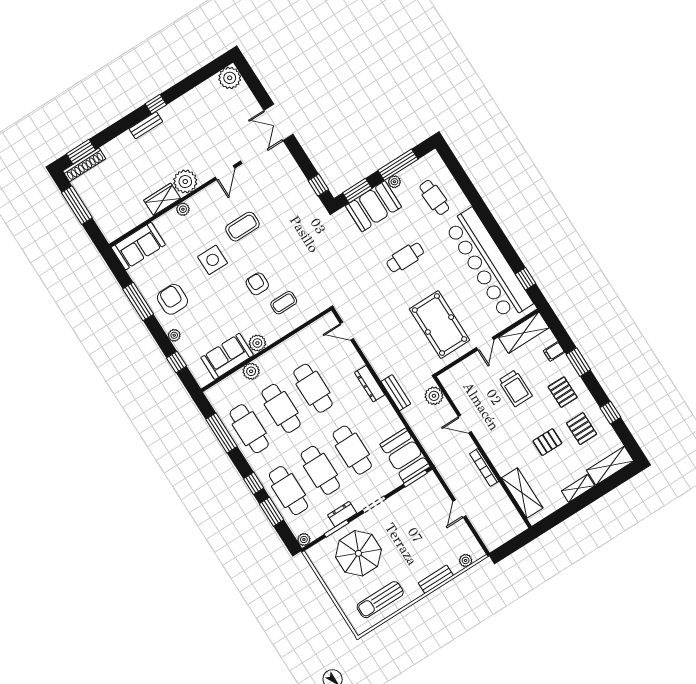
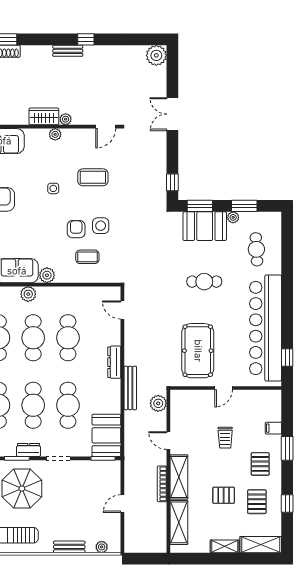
window: (398, 165) -> (244, 206), width x0.69
plant: (185, 182) -> (66, 119), width x0.53, depth x0.53
side table: (213, 260) -> (53, 188), width x0.54, depth x0.54
side table: (278, 266) -> (101, 226), added
shelving: (524, 333) -> (179, 477), moved, turned 90
trolley: (515, 388) -> (225, 438), width x0.73, depth x0.72
bench: (396, 393) -> (130, 388), width x1.36

